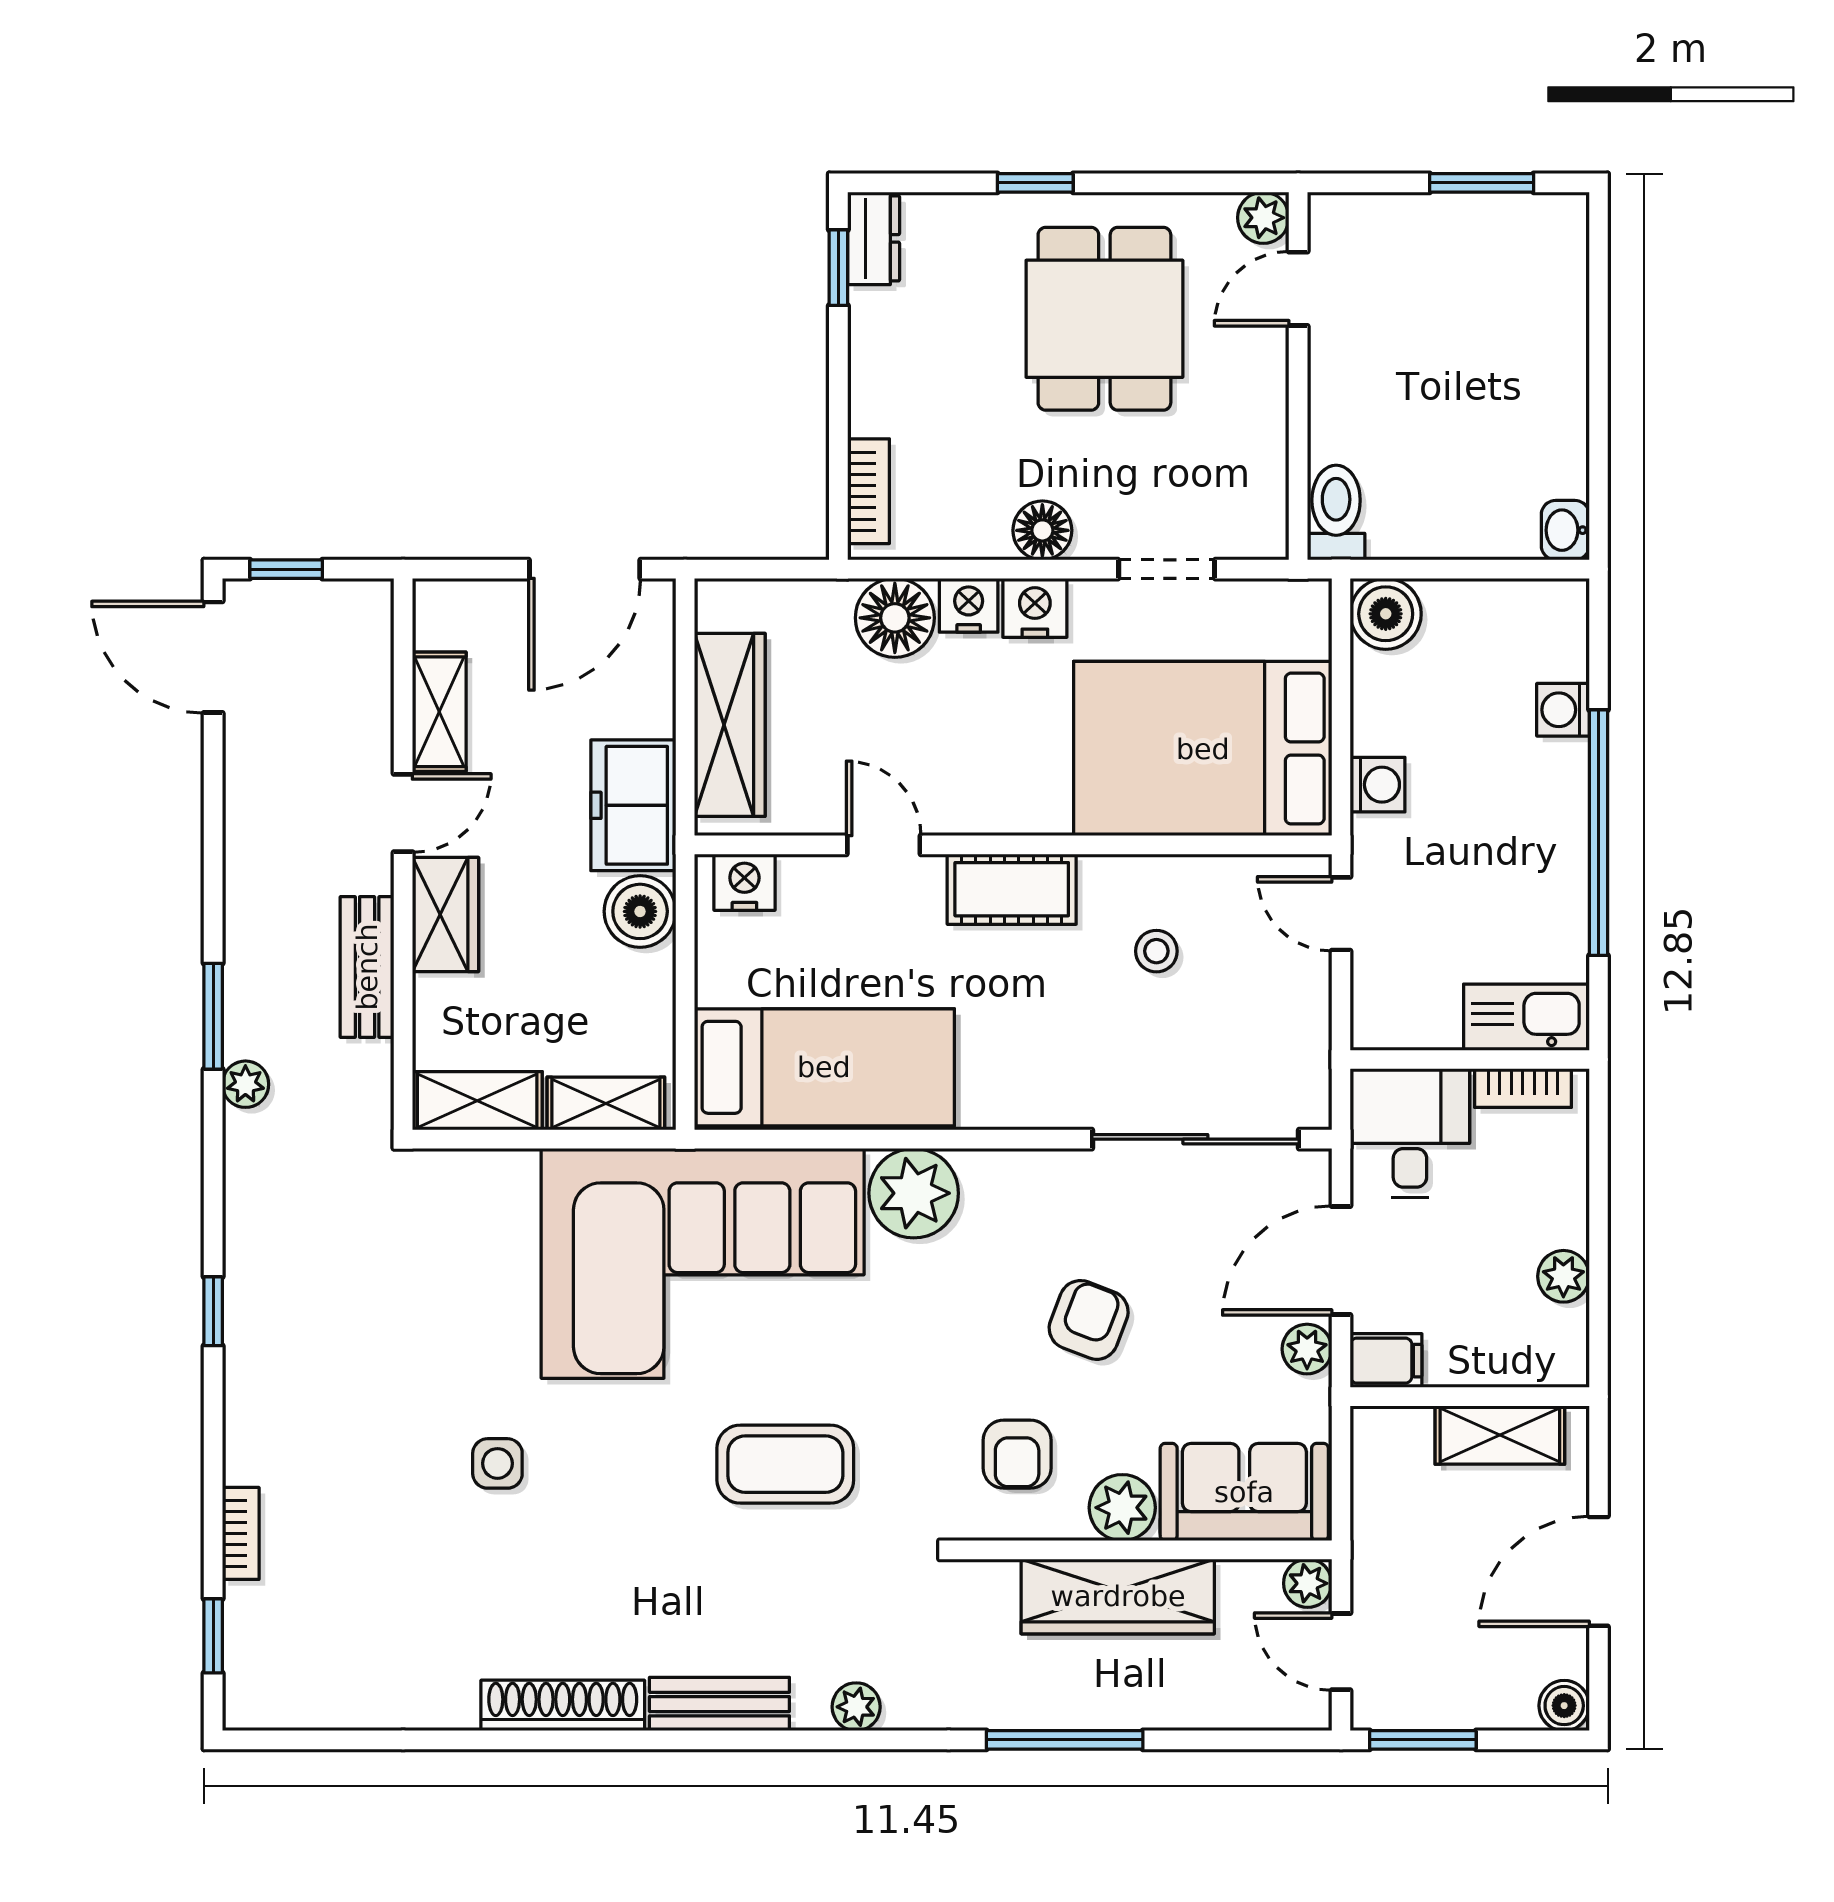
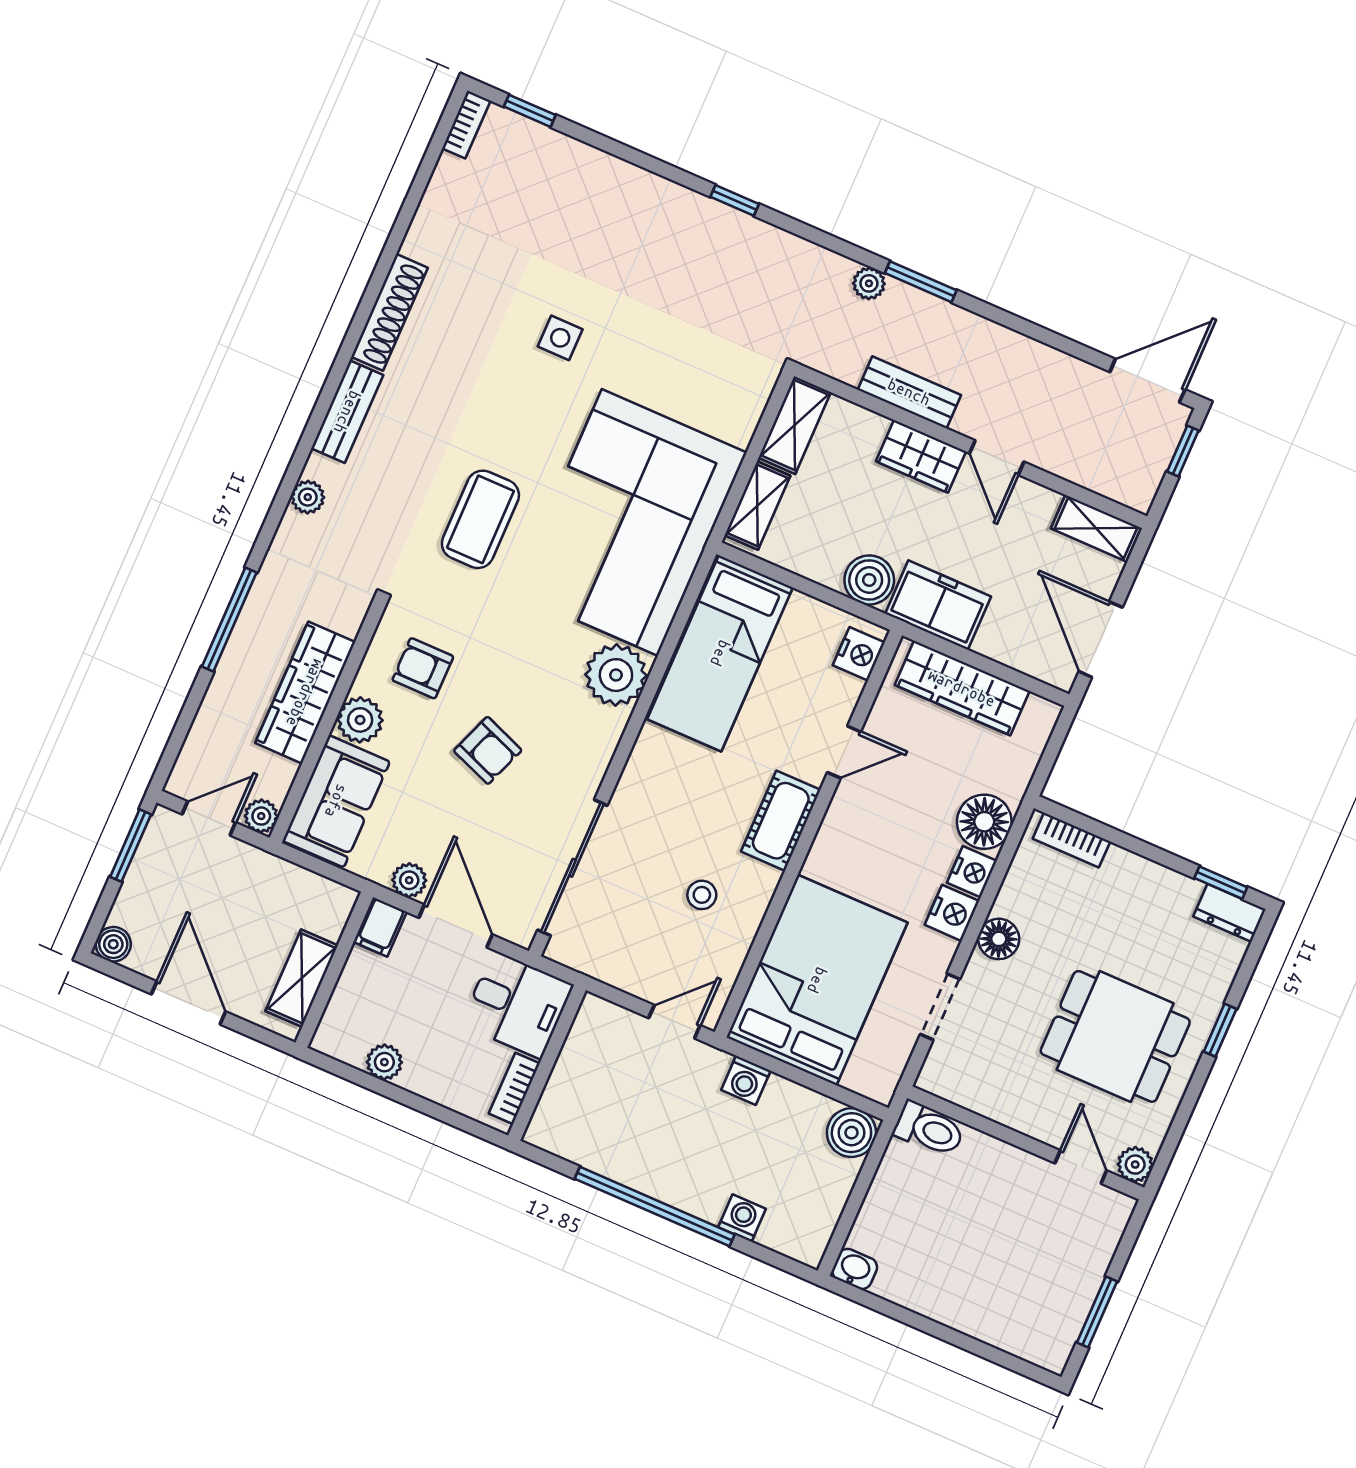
shelving: (439, 712) -> (1096, 528), moved
kitchen sink: (1526, 1017) -> (558, 1110), removed
bookcase: (241, 1533) -> (466, 125), moved, turned -90

